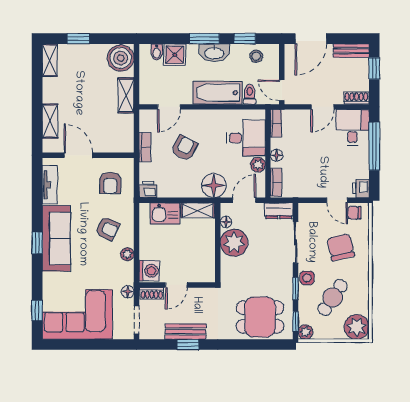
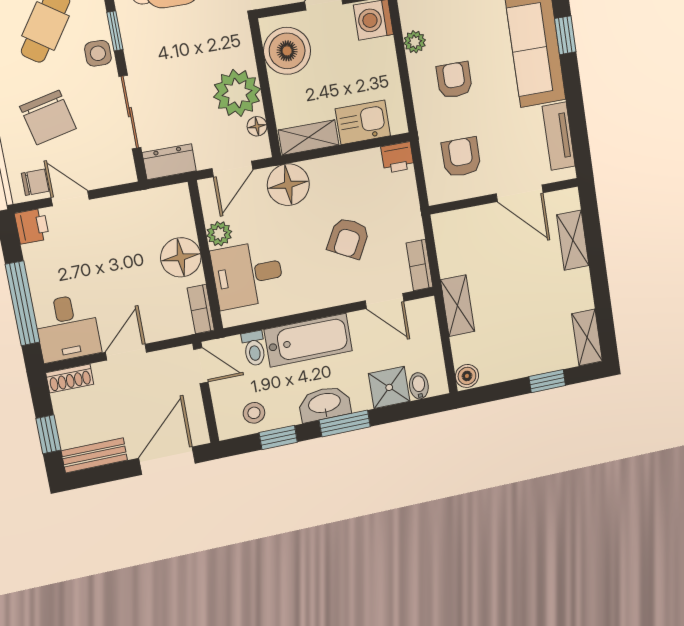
boiler: (121, 58) -> (467, 376), width x0.54, depth x0.54
door: (169, 107) -> (385, 301), swing flipped
bookcase: (145, 147) -> (419, 265), moved
floor lamp: (277, 155) -> (181, 257), width x1.89, depth x1.89
bookcase: (276, 182) -> (183, 210), removed
armchair: (107, 228) -> (454, 80), turned 64
boiler: (202, 261) -> (287, 51), added

